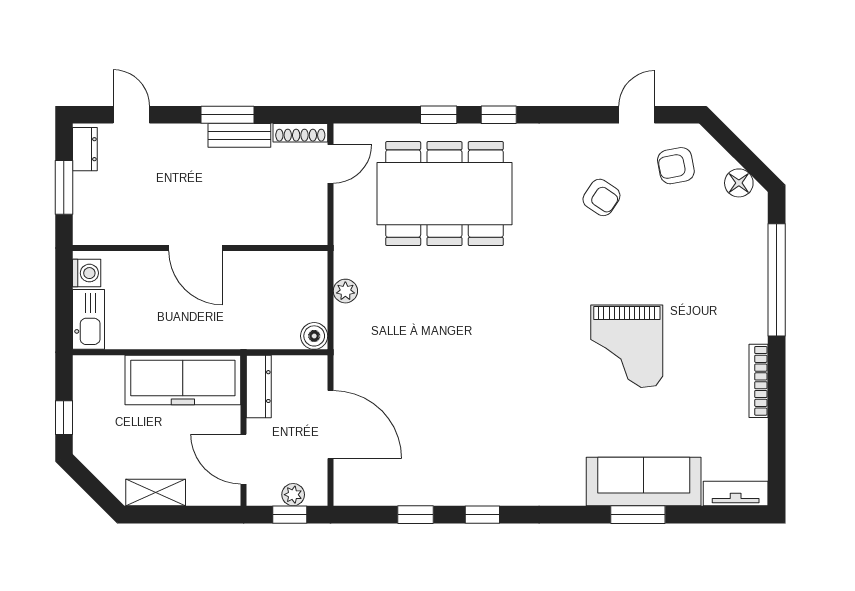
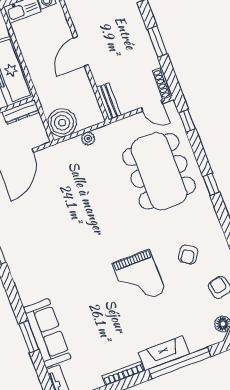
window: (439, 115) -> (187, 121), moved
bench: (239, 135) -> (109, 101), moved
fireplace: (751, 299) -> (164, 353), added
boiler: (314, 336) -> (62, 123), width x1.86, depth x1.86
grand piano: (627, 346) -> (139, 278), moved, turned -90

